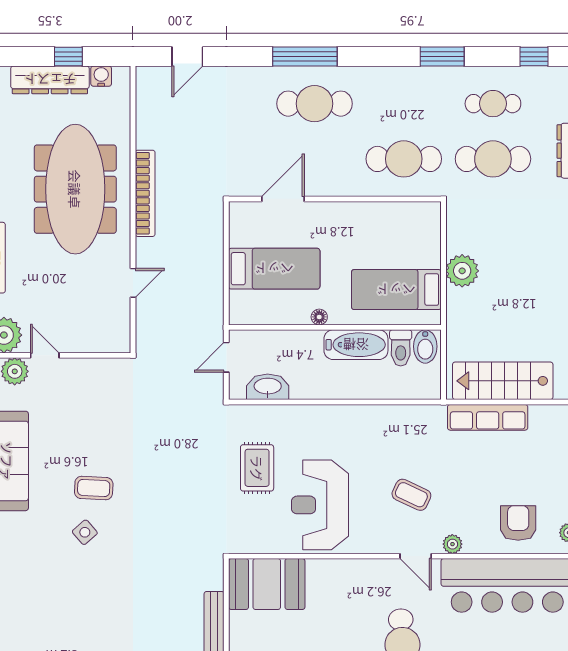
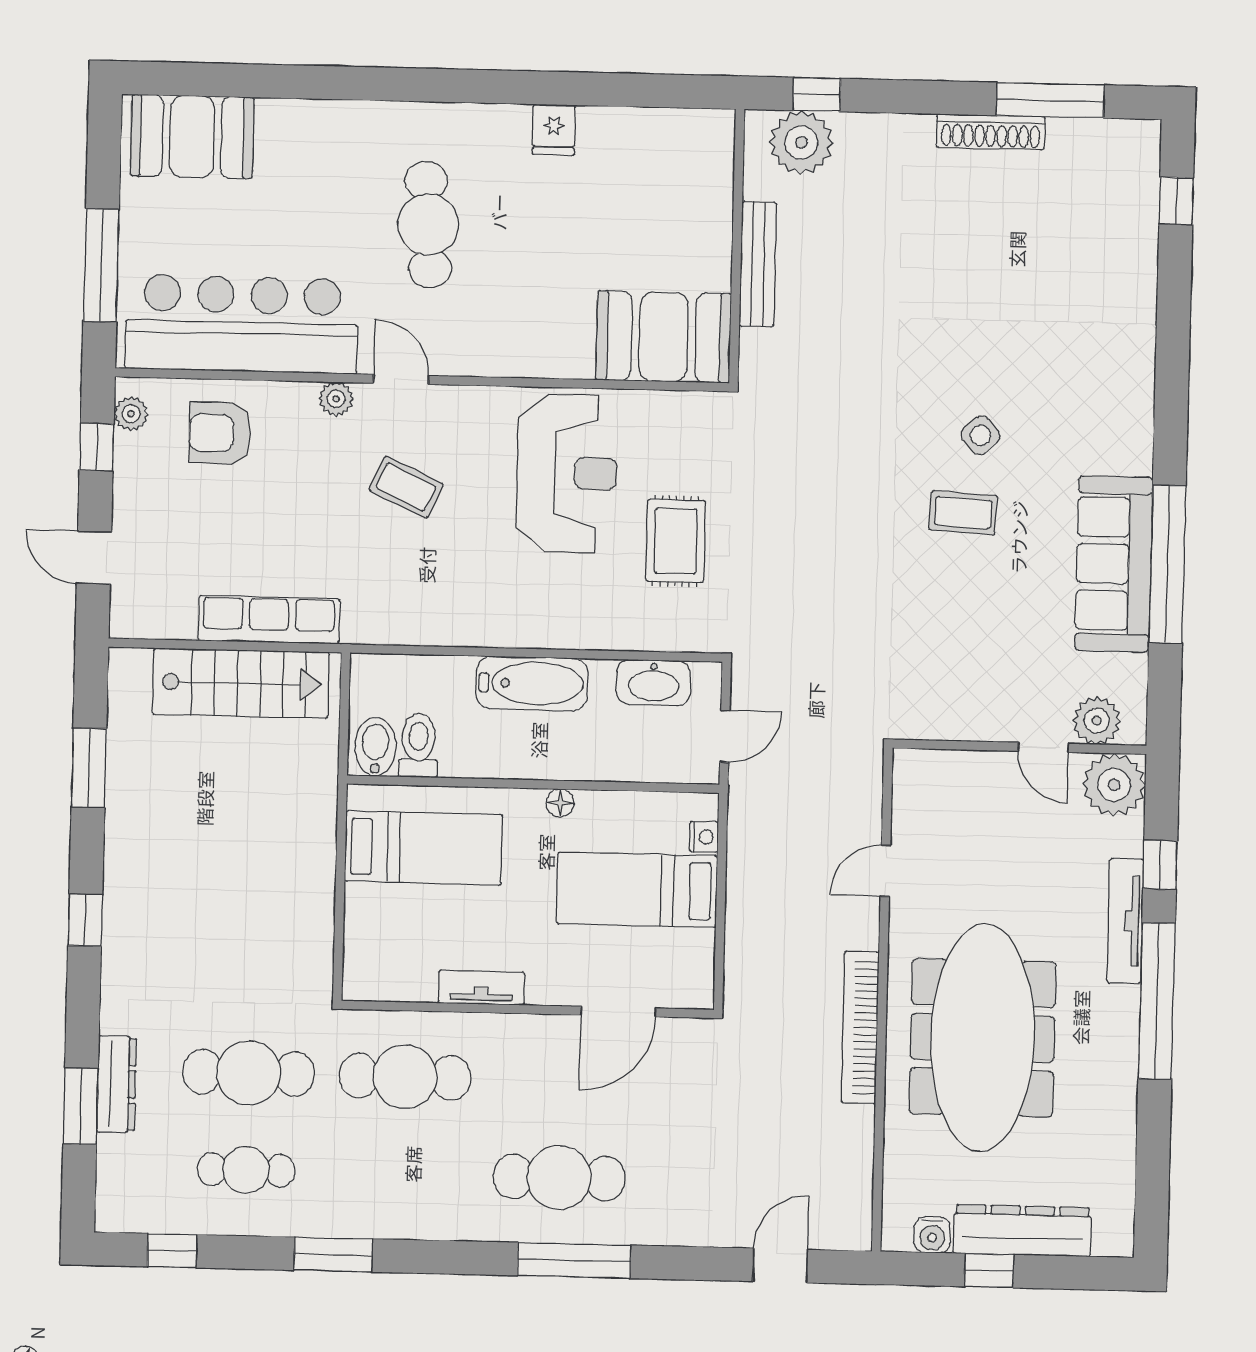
tv unit: (361, 211) -> (481, 988), added
plant: (462, 271) -> (307, 878), removed
nightstand: (237, 300) -> (704, 837), added
bathtub: (356, 345) -> (532, 683), moved, turned 180
armchair: (518, 523) -> (220, 433), turned 90

